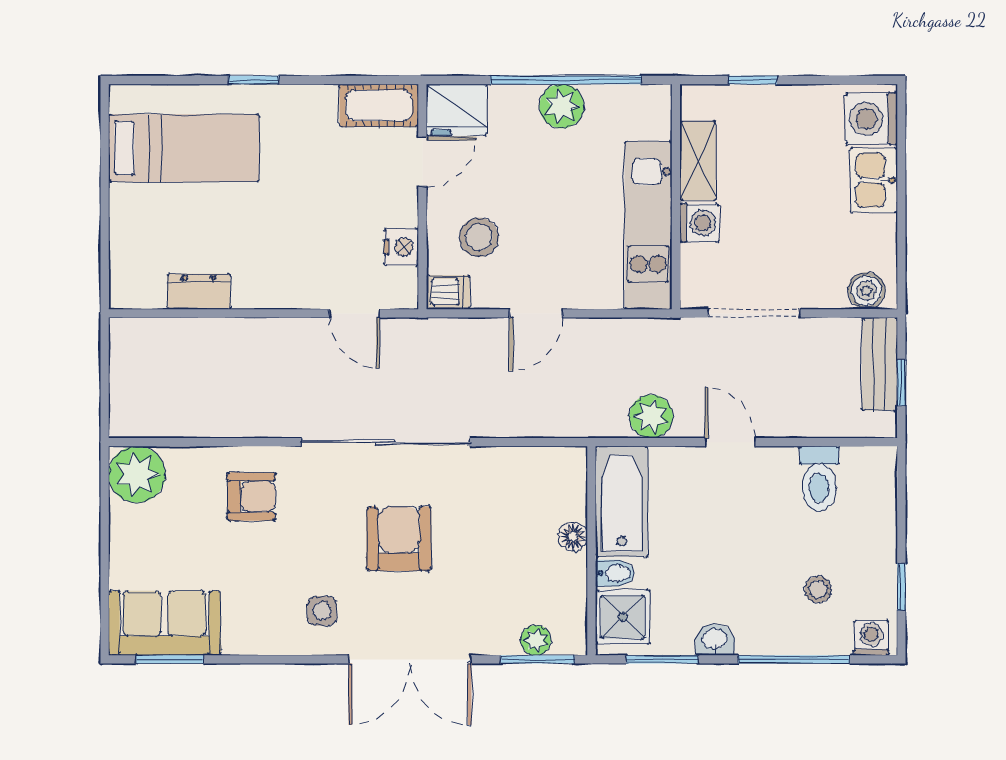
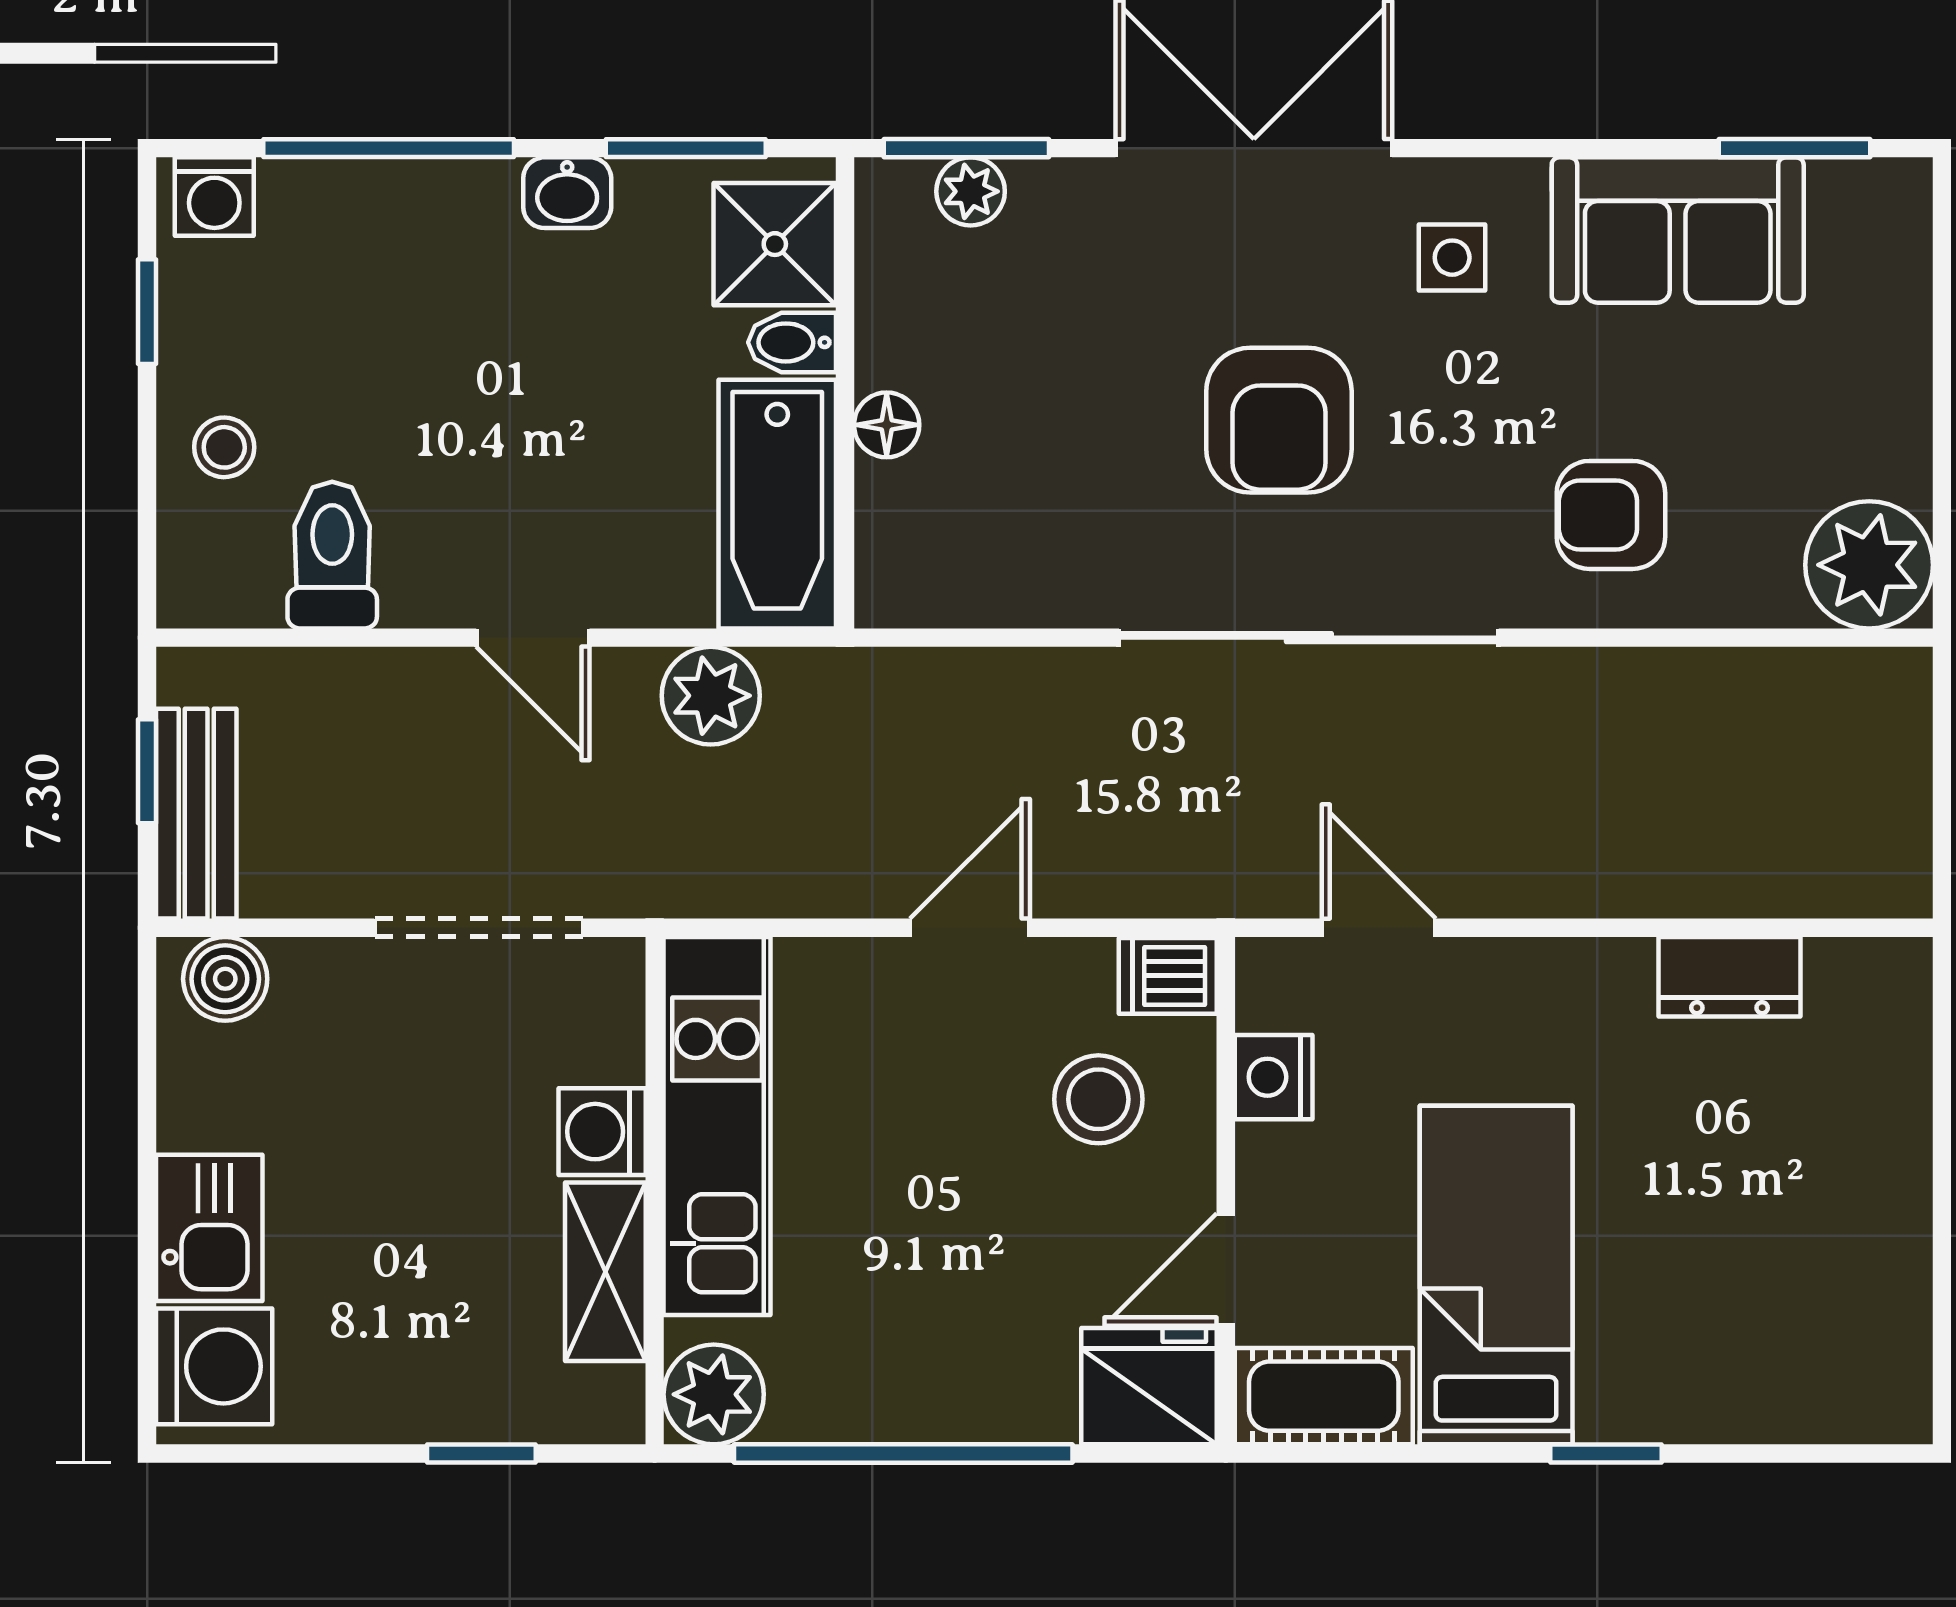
plant: (562, 106) -> (714, 1394), moved
bed: (184, 148) -> (1496, 1275), moved, turned 90
stool: (818, 589) -> (224, 447), moved
sofa: (164, 623) -> (1678, 230), moved

